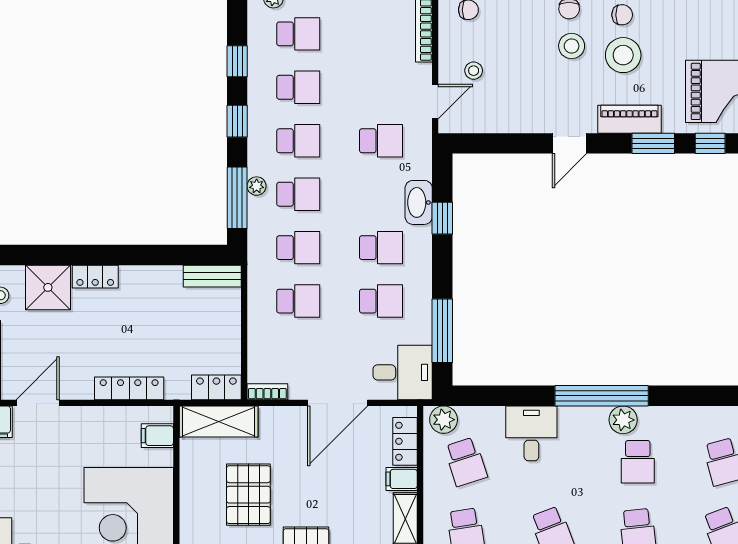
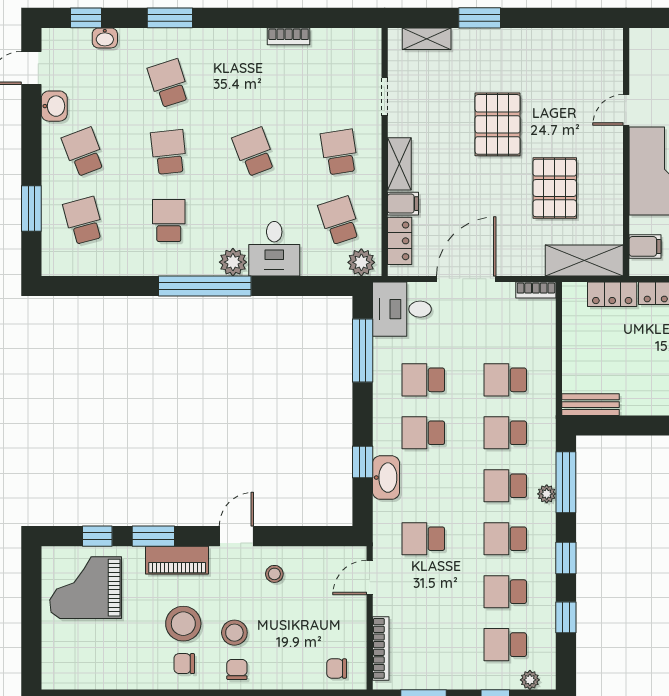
stool: (474, 71) -> (274, 574), moved
locker: (216, 387) -> (612, 294), moved
plant: (623, 420) -> (233, 262), moved

